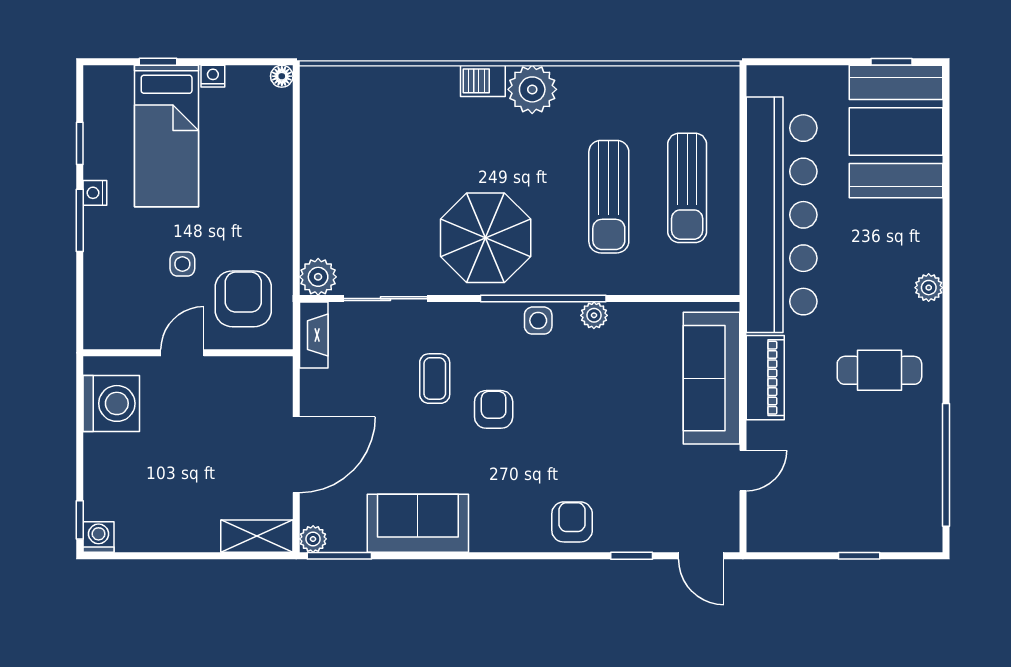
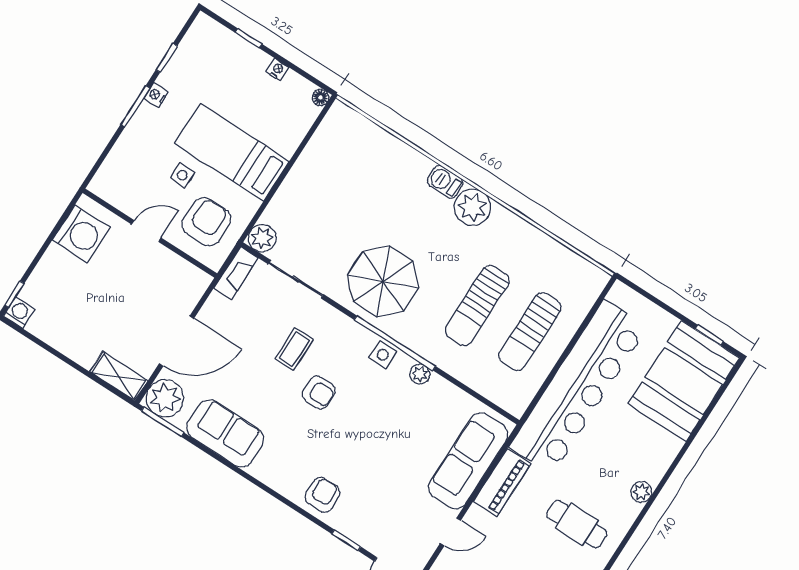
bed: (167, 136) -> (232, 152), moved, turned 90
armchair: (494, 409) -> (319, 392), turned 90
plant: (313, 539) -> (165, 398), width x1.88, depth x1.88

